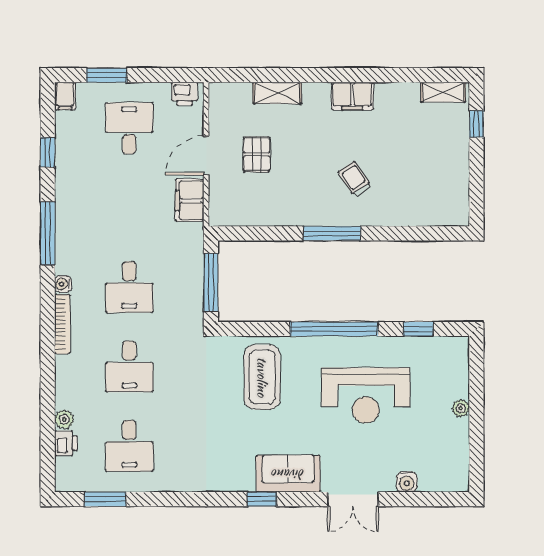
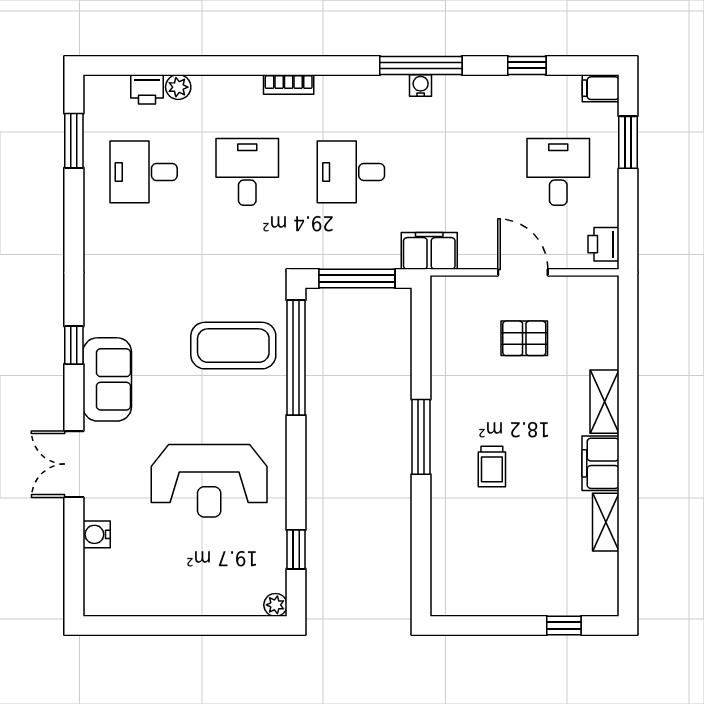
shelving: (443, 92) -> (606, 522), moved
shelving: (277, 93) -> (604, 402), moved
desk: (129, 128) -> (558, 172), turned -90
trolley: (355, 179) -> (492, 467), turned 124
filing cabinet: (190, 200) -> (429, 251), moved
water cooler: (63, 284) -> (421, 85), moved
bookcase: (62, 324) -> (289, 85), width x0.64
window: (334, 329) -> (296, 358), moved
desk: (129, 366) -> (247, 172), turned 90
reception desk: (366, 396) -> (209, 481), turned -90
plant: (461, 408) -> (275, 605), moved

